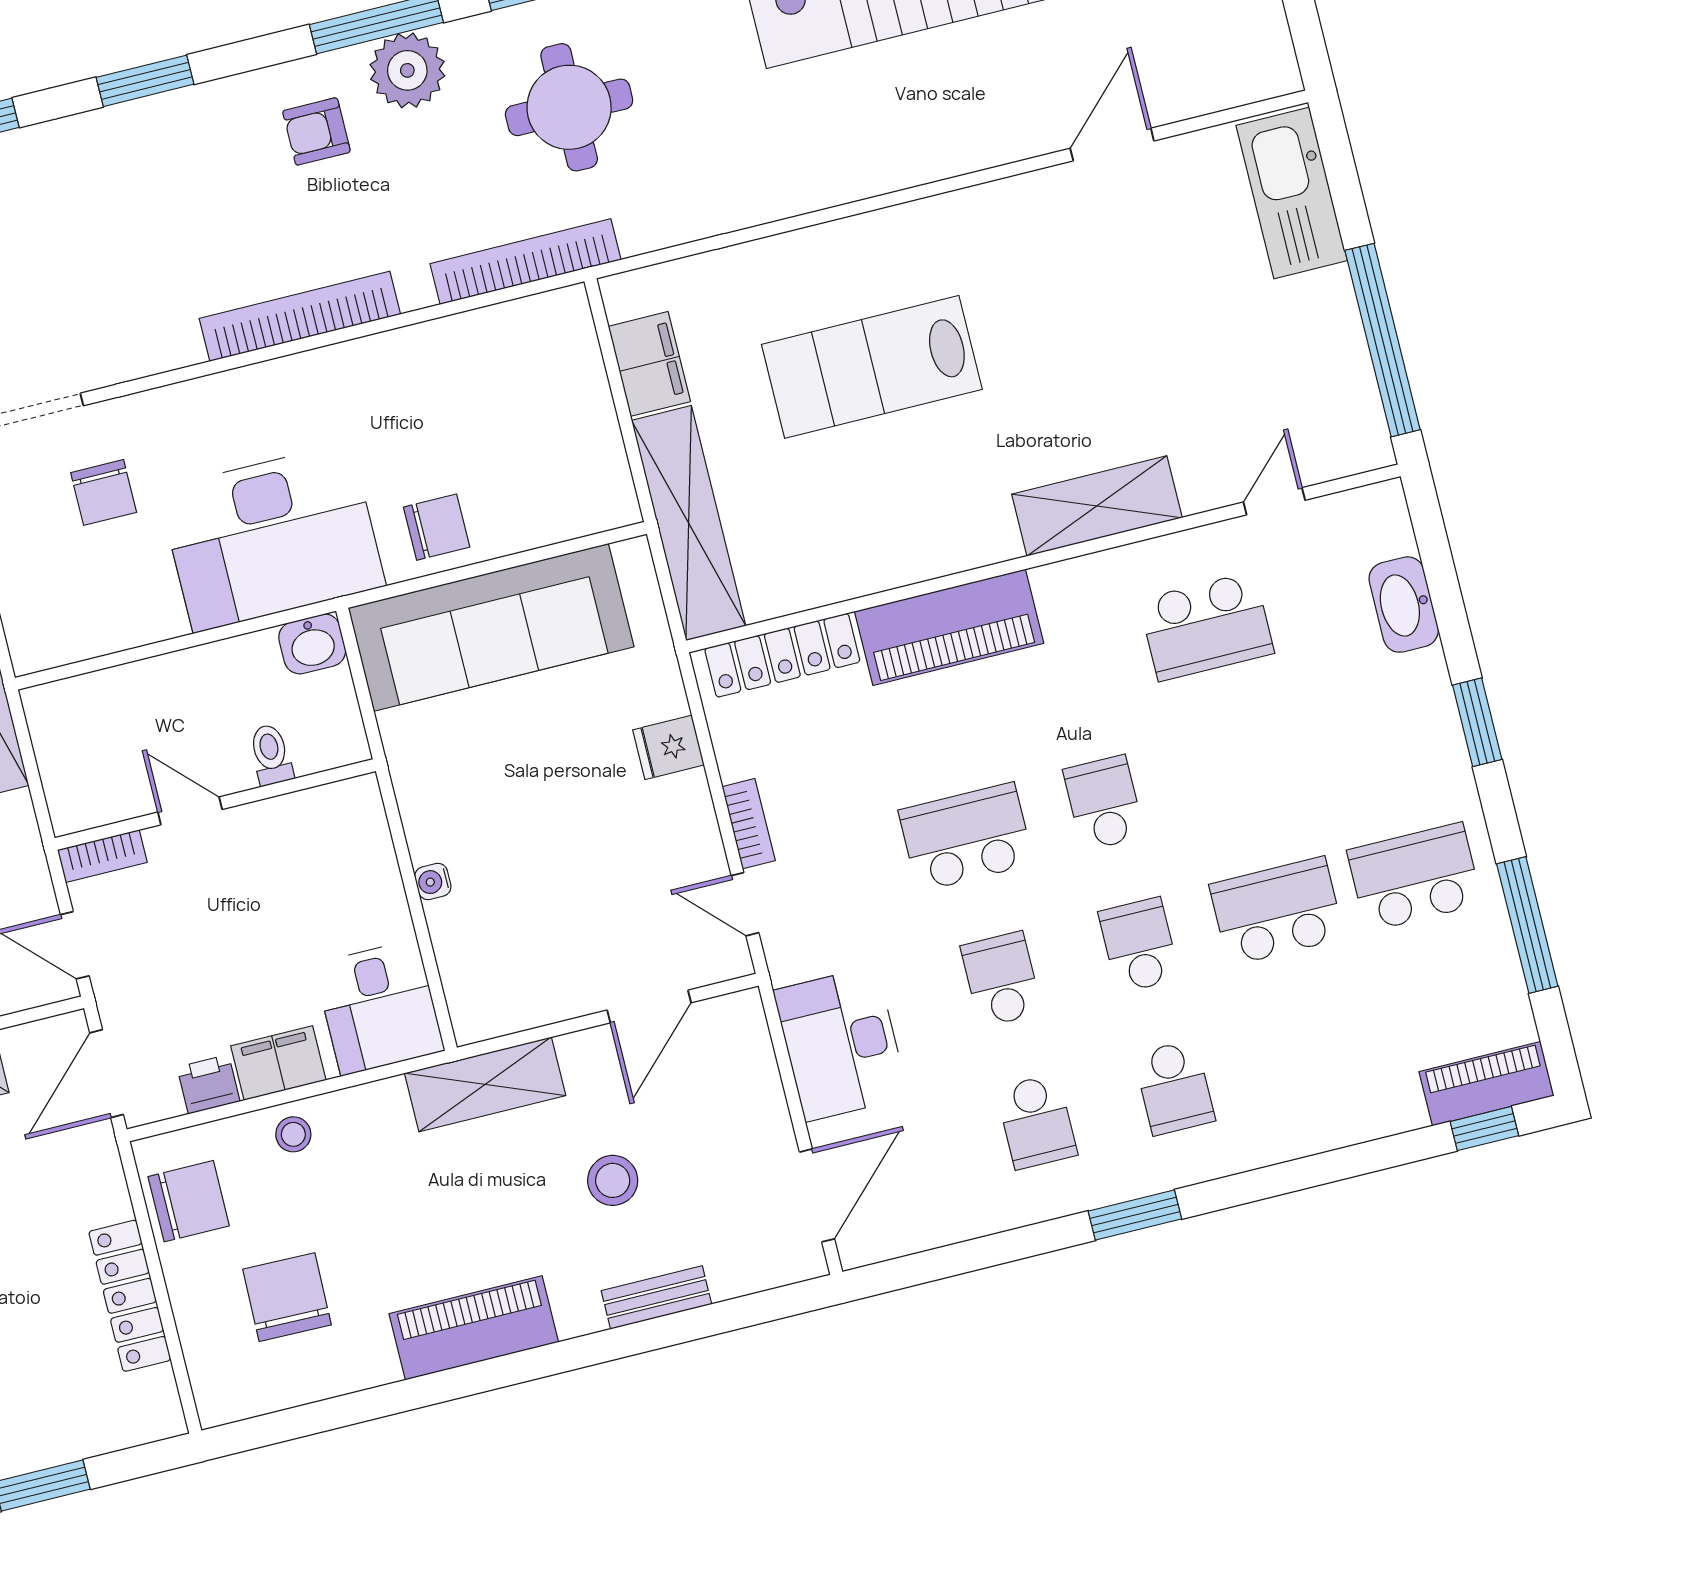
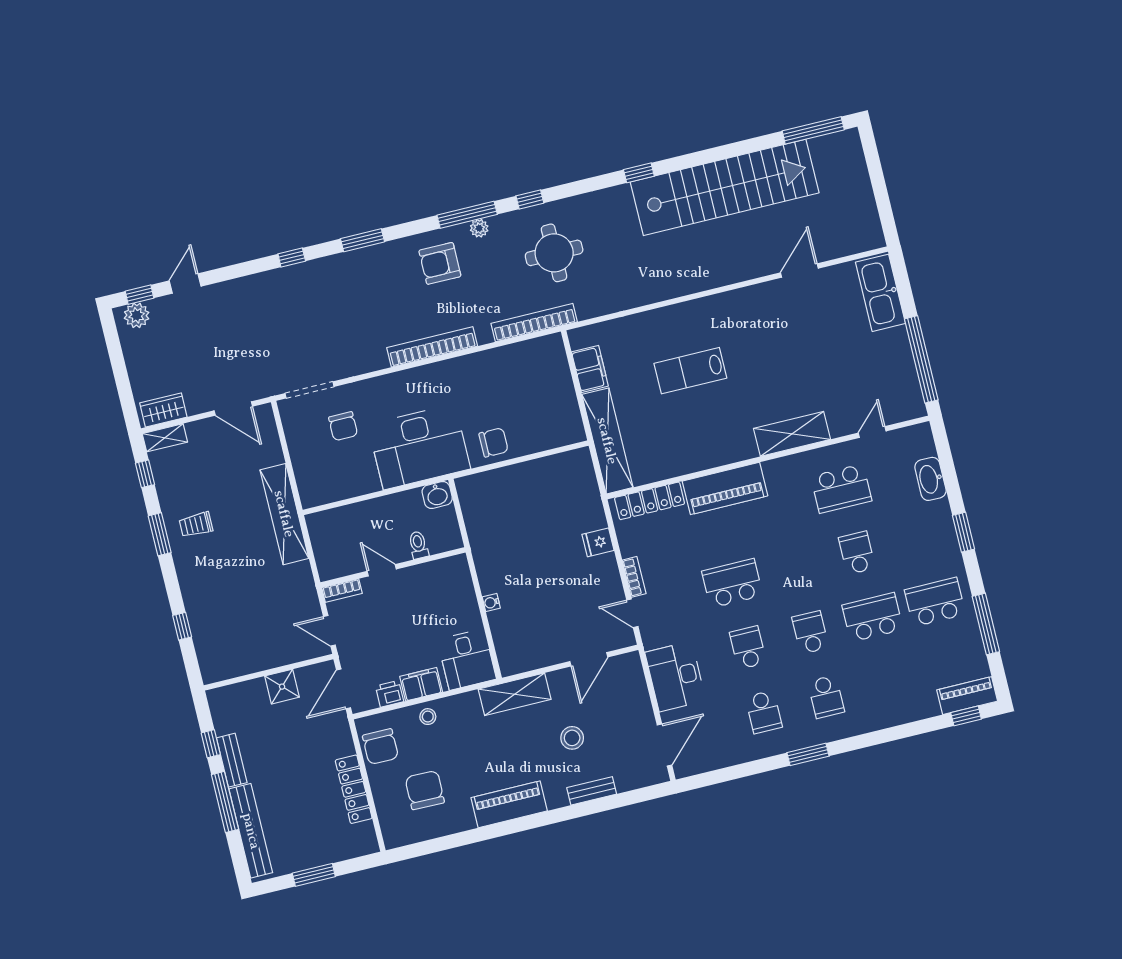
plant: (407, 70) -> (479, 228), width x0.53, depth x0.53
armchair: (316, 131) -> (440, 263), width x1.38, depth x1.38
lab bench: (872, 367) -> (690, 371), width x0.73, depth x0.72
sofa: (491, 627) -> (518, 488), removed
school desk: (1104, 803) -> (857, 553), moved
chair: (189, 1201) -> (380, 747), turned 90

